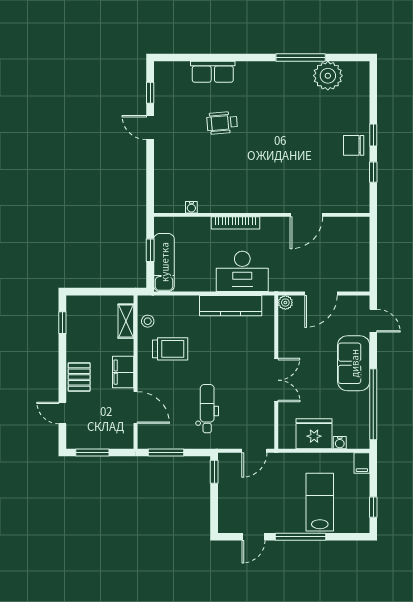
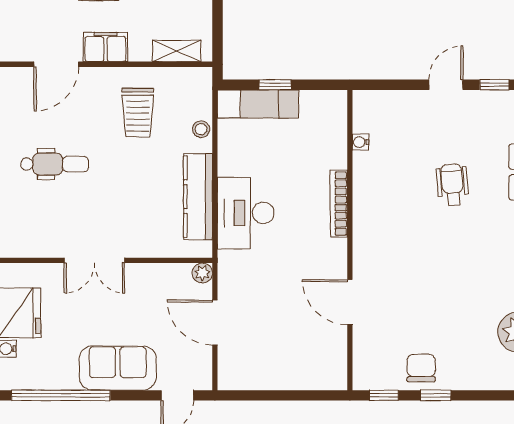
water cooler: (191, 207) -> (361, 142), moved
wall: (262, 215) -> (350, 240), moved
door: (306, 215) -> (350, 302), moved
bookcase: (235, 223) -> (339, 204), moved
stool: (148, 321) -> (201, 129), moved

